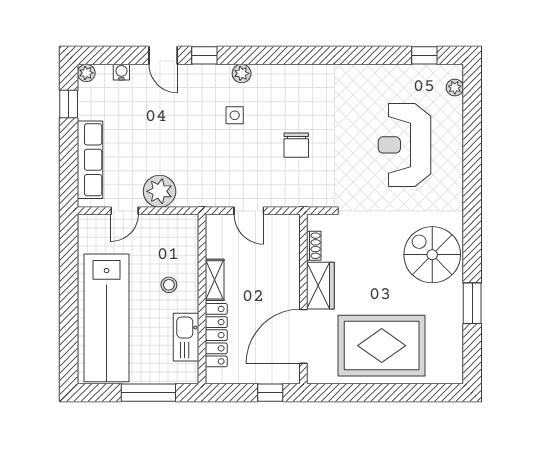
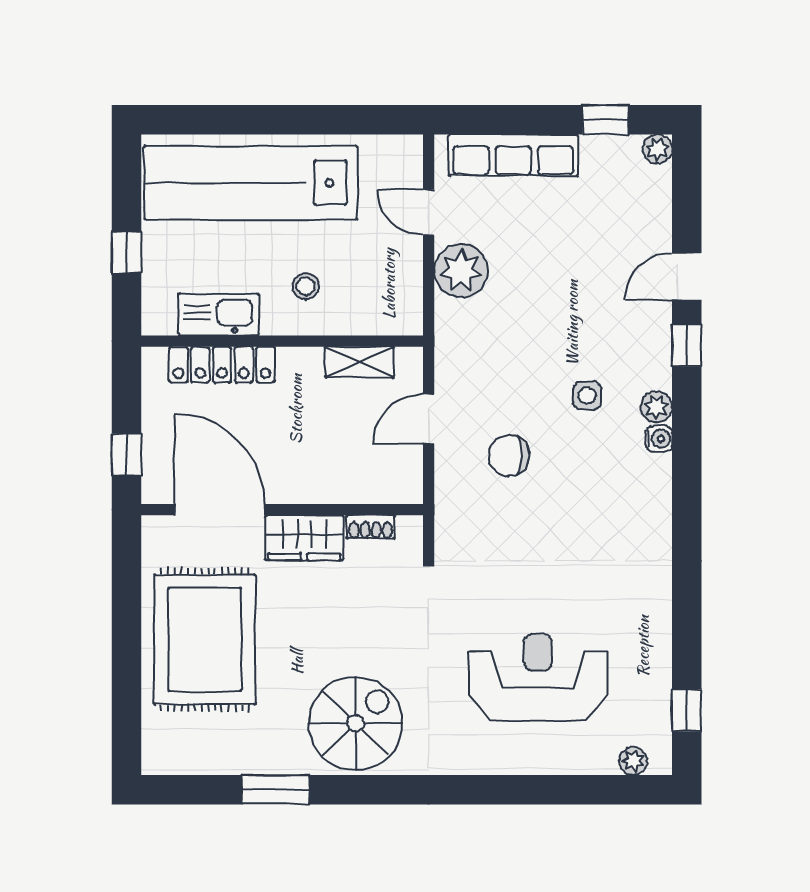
water cooler: (121, 72) -> (659, 439), moved
chair: (296, 145) -> (509, 456), moved
shelving: (215, 280) -> (359, 362), moved
window: (148, 393) -> (127, 252), width x0.46

